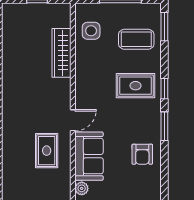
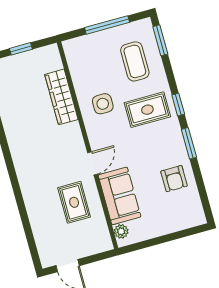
side table: (91, 31) -> (103, 104), moved
coffee table: (136, 39) -> (135, 61), turned 90

